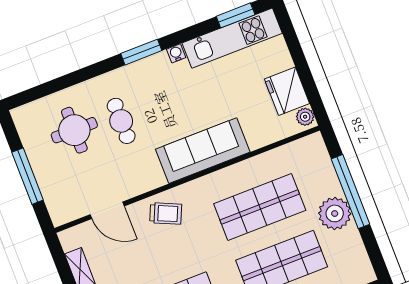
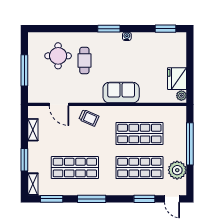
kitchen unit: (232, 38) -> (159, 40), removed
sofa: (203, 151) -> (121, 93), width x0.73
plant: (335, 213) -> (177, 170), moved

